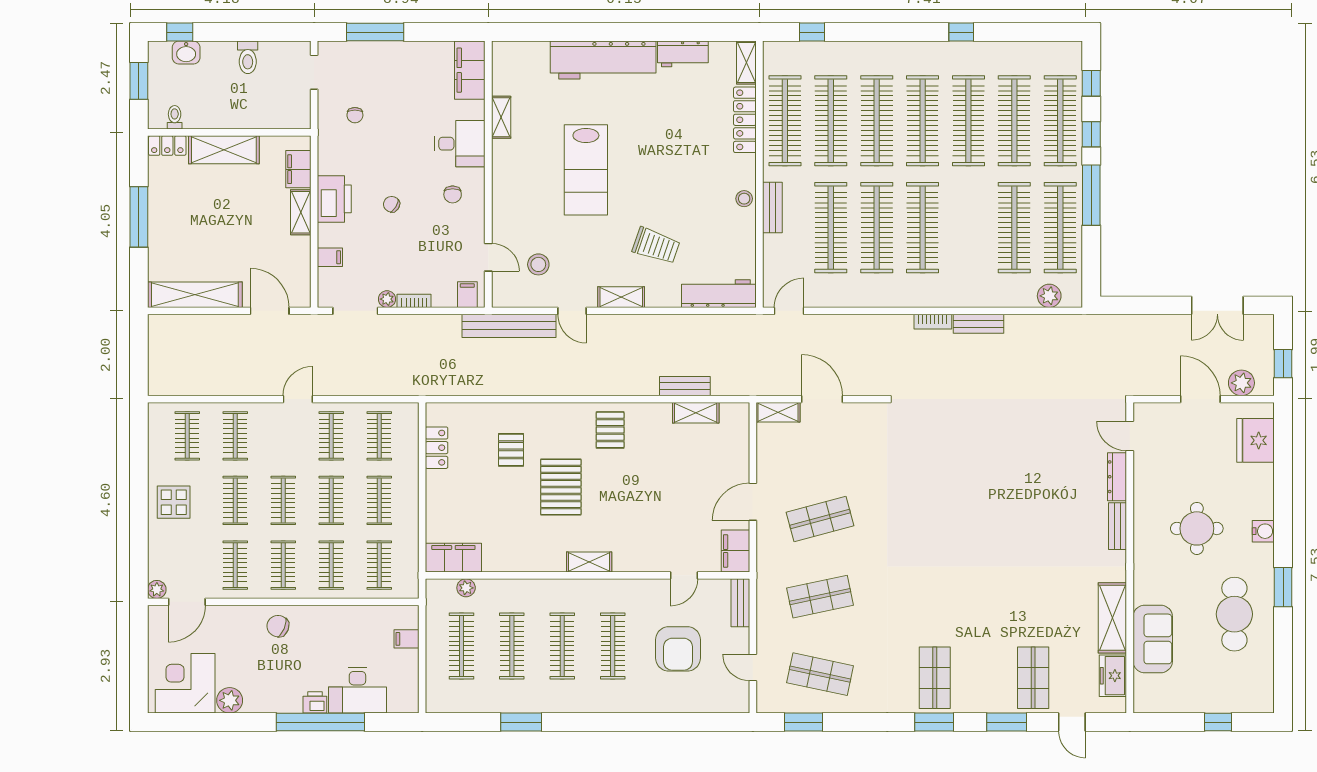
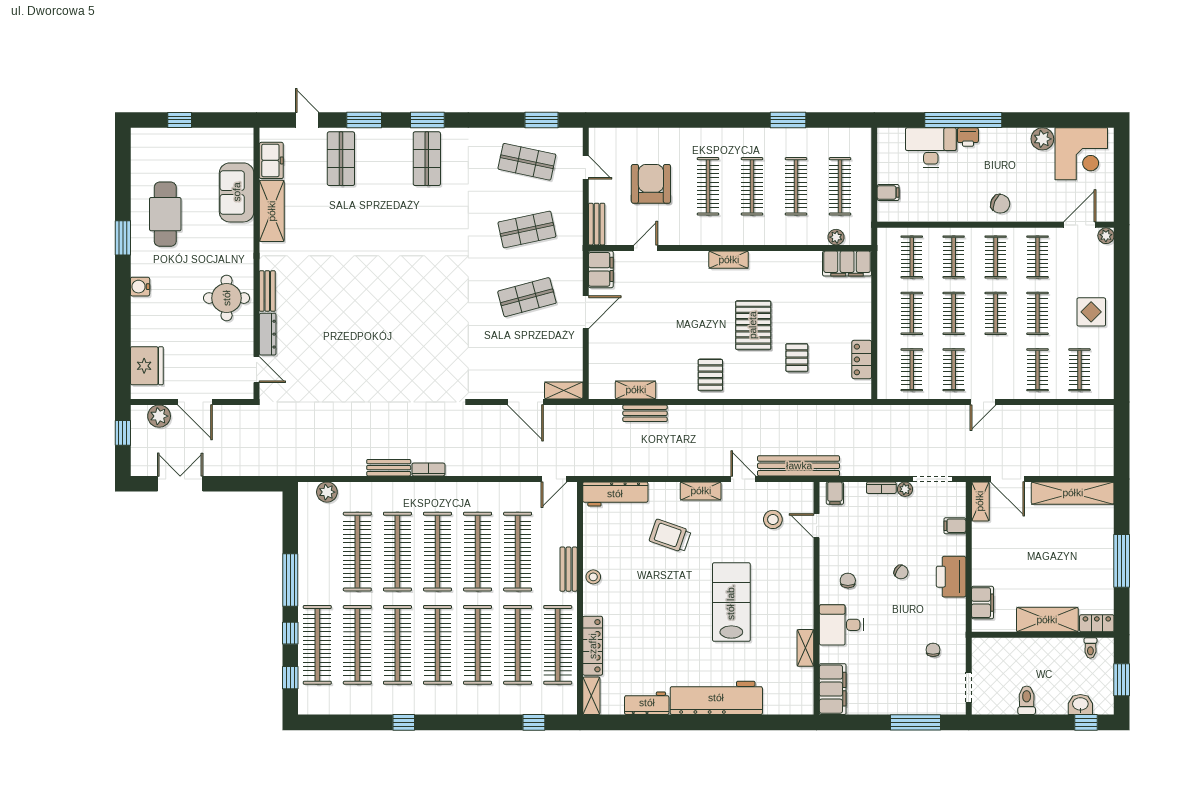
shelving: (301, 212) -> (980, 501), moved
clothes rail: (1060, 228) -> (397, 552), moved
round table: (1197, 528) -> (227, 298), moved

